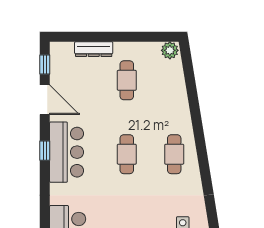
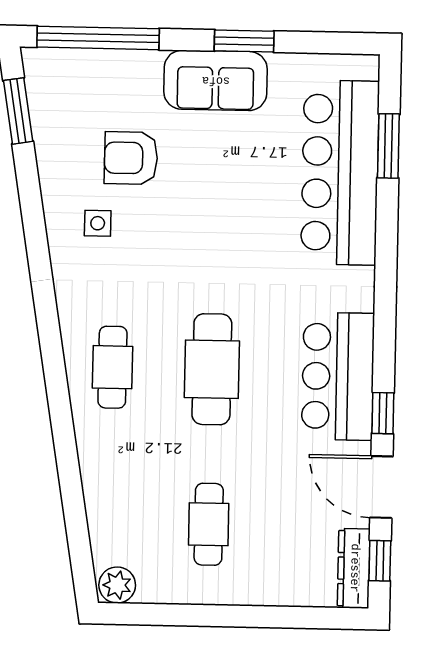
dresser: (94, 49) -> (354, 568), moved, turned -90
window: (45, 151) -> (383, 413), moved
cafe table: (127, 154) -> (212, 369), width x1.37, depth x1.35

